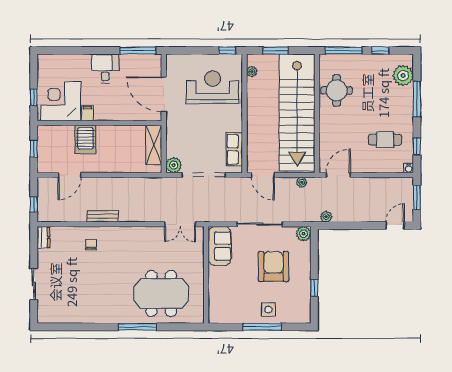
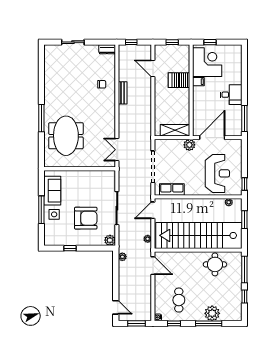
plant: (403, 75) -> (212, 313), moved
plant: (174, 165) -> (189, 145), moved
sofa: (220, 246) -> (52, 191), moved, turned -90

